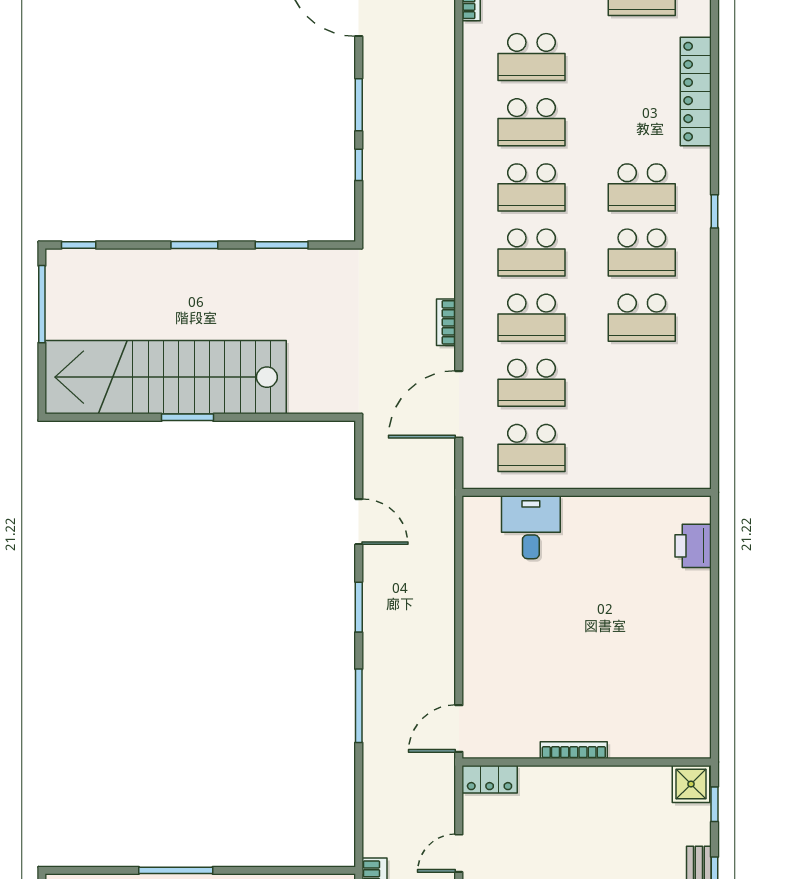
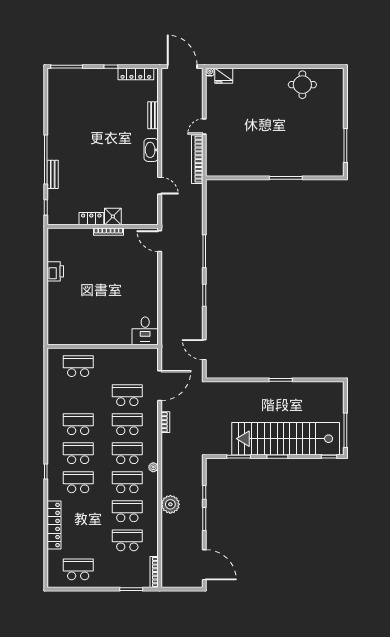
plant: (435, 138) -> (170, 504), added
plant: (473, 221) -> (153, 467), added
stairs: (166, 377) -> (286, 439), moved, turned 180
school desk: (532, 448) -> (78, 366), moved
door: (359, 522) -> (204, 350), moved
desk: (531, 527) -> (145, 331), moved
printer: (693, 546) -> (55, 271), moved
door: (459, 728) -> (160, 241), swing flipped
locker: (490, 779) -> (91, 219), moved
shower: (691, 784) -> (113, 216), moved
door: (459, 853) -> (160, 186), hinge flipped

